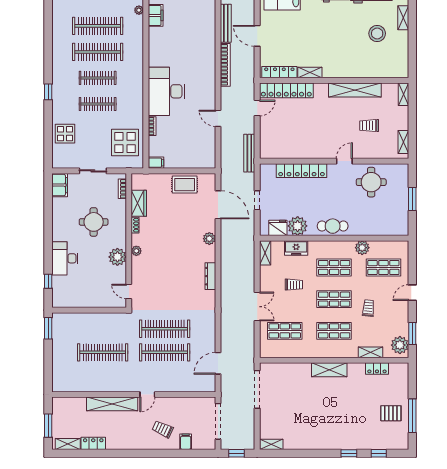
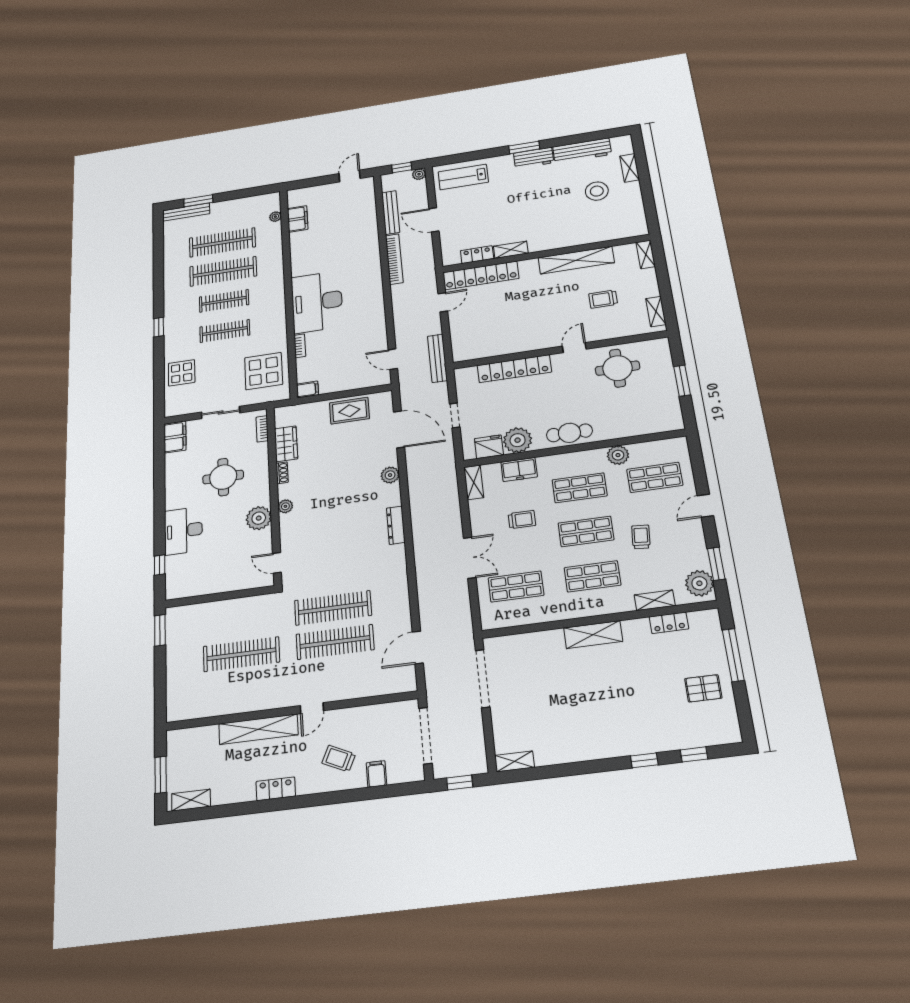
locker: (279, 72) -> (477, 255), width x0.66
door: (218, 118) -> (393, 359), moved
window: (412, 416) -> (733, 655), moved
locker: (93, 443) -> (276, 789), moved

